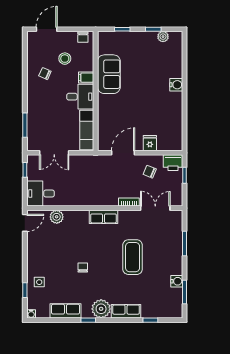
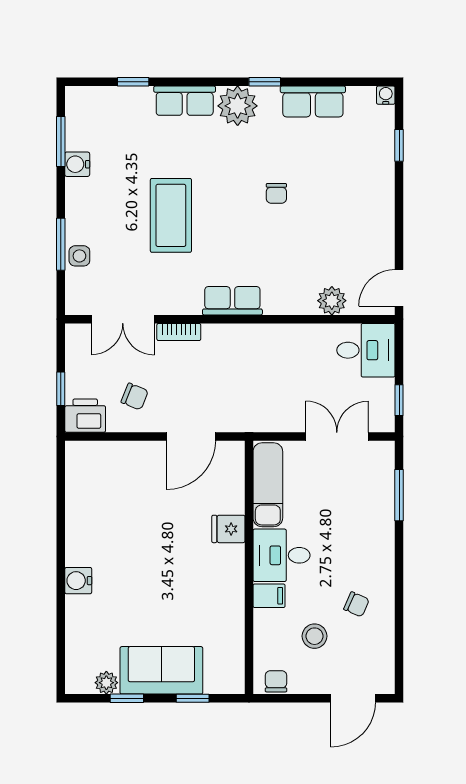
sofa: (109, 74) -> (161, 670), moved, turned 90
fridge: (150, 143) -> (228, 529), moved, turned 90
side table: (39, 282) -> (79, 256), moved

